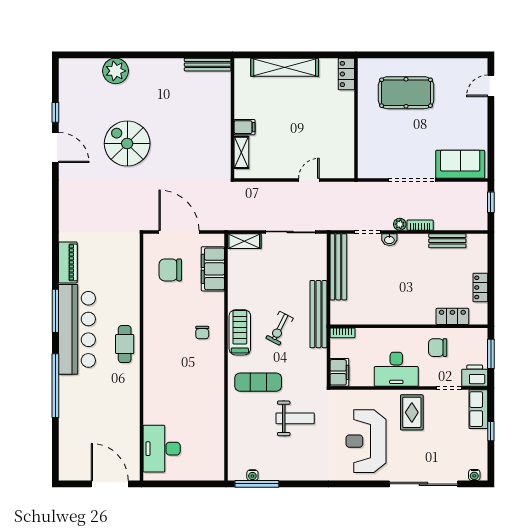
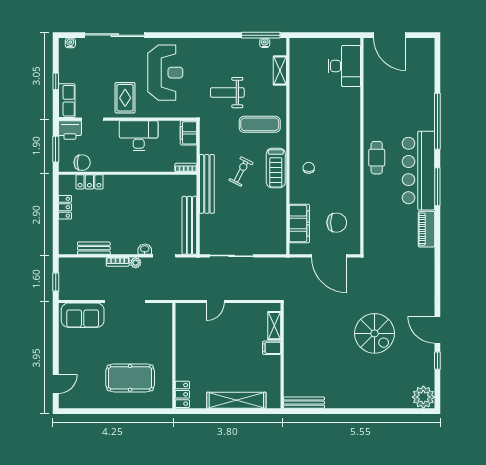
plant: (116, 71) -> (423, 397), moved
shelving: (244, 241) -> (280, 71), moved, turned 90
chair: (438, 348) -> (82, 163), moved

